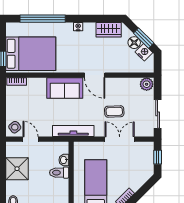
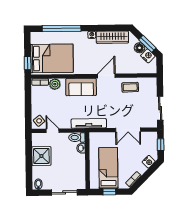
wardrobe: (109, 30) -> (112, 37), width x1.50
door: (95, 75) -> (106, 76), swing flipped
plant: (147, 84) -> (55, 84), moved
coffee table: (114, 111) -> (130, 87), moved
double door: (120, 139) -> (128, 130), swing flipped
toilet: (59, 173) -> (77, 137), moved
nightstand: (143, 177) -> (149, 162), added

